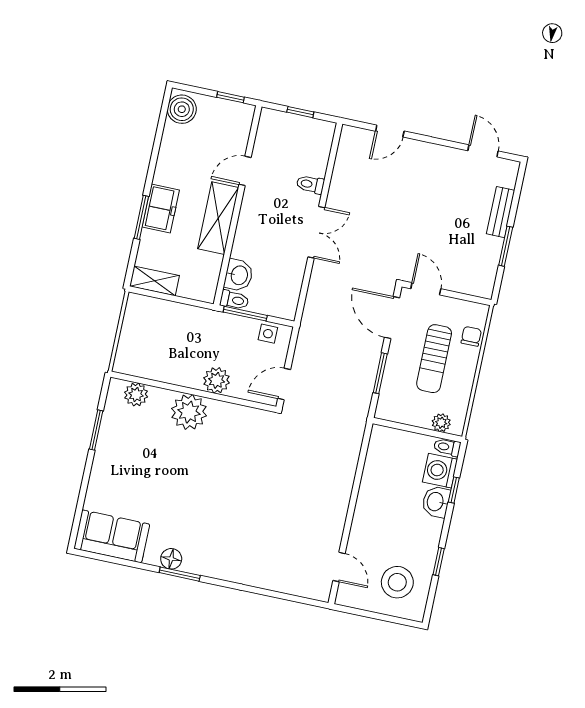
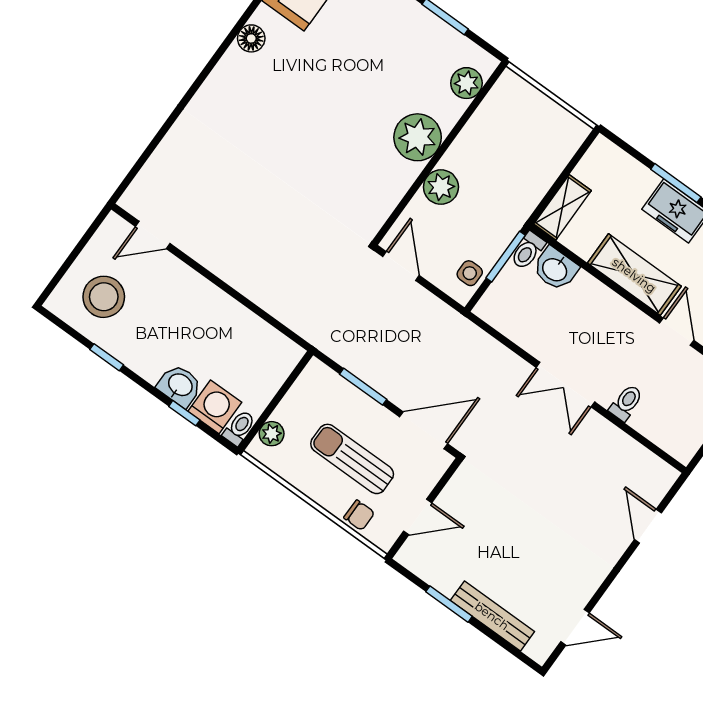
bench: (501, 212) -> (492, 616), width x1.36
shelving: (154, 281) -> (562, 207), moved
door: (426, 289) -> (418, 517), moved
window: (180, 574) -> (228, 41), removed

